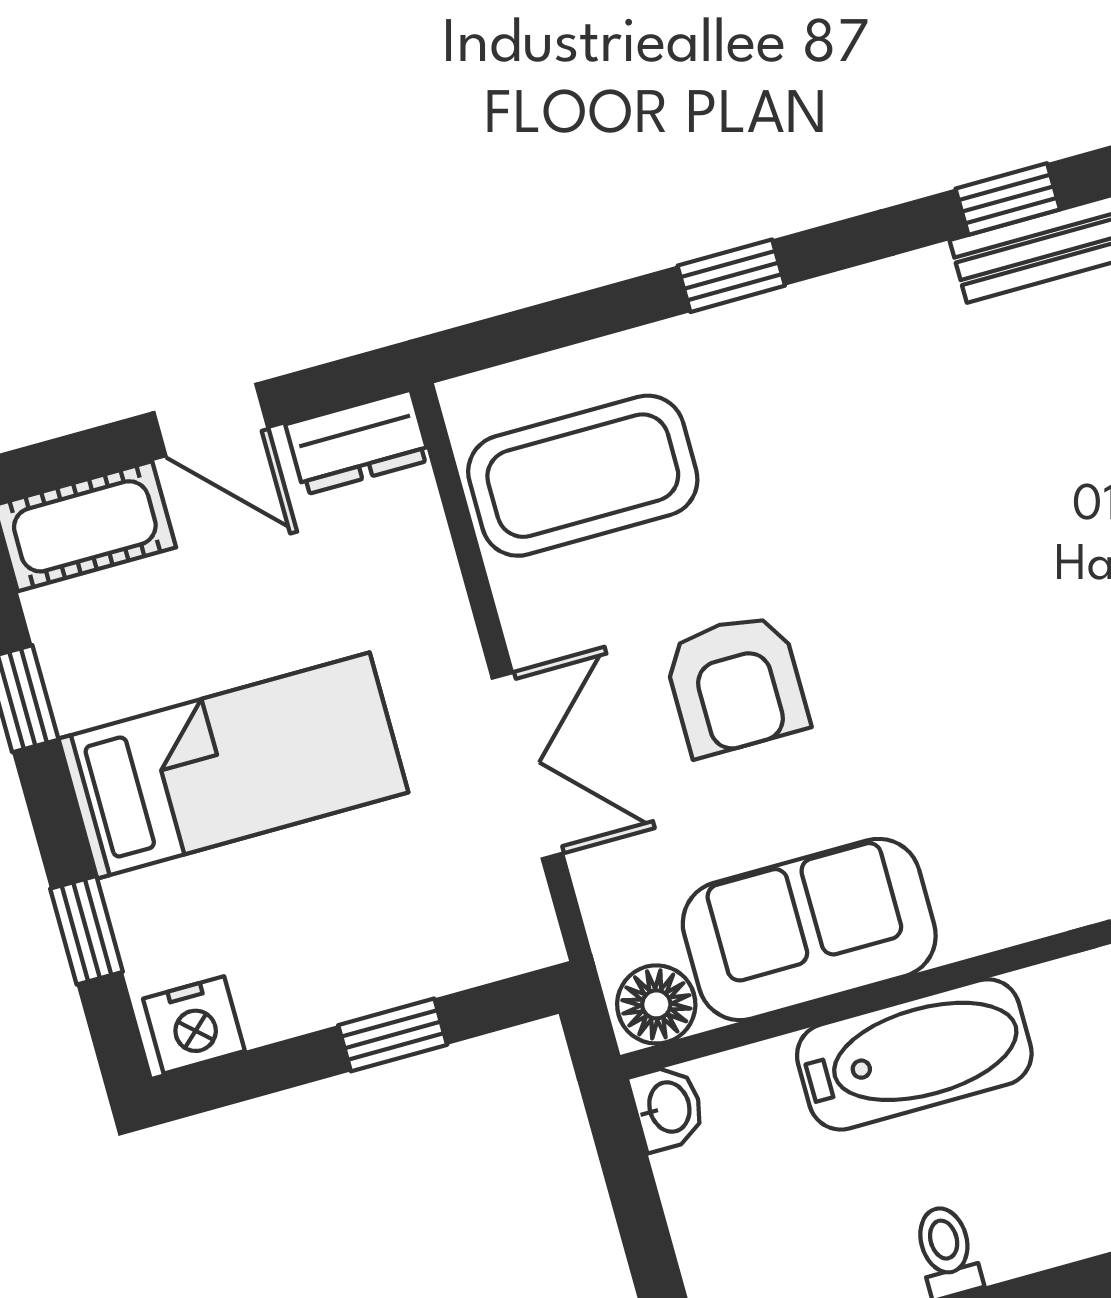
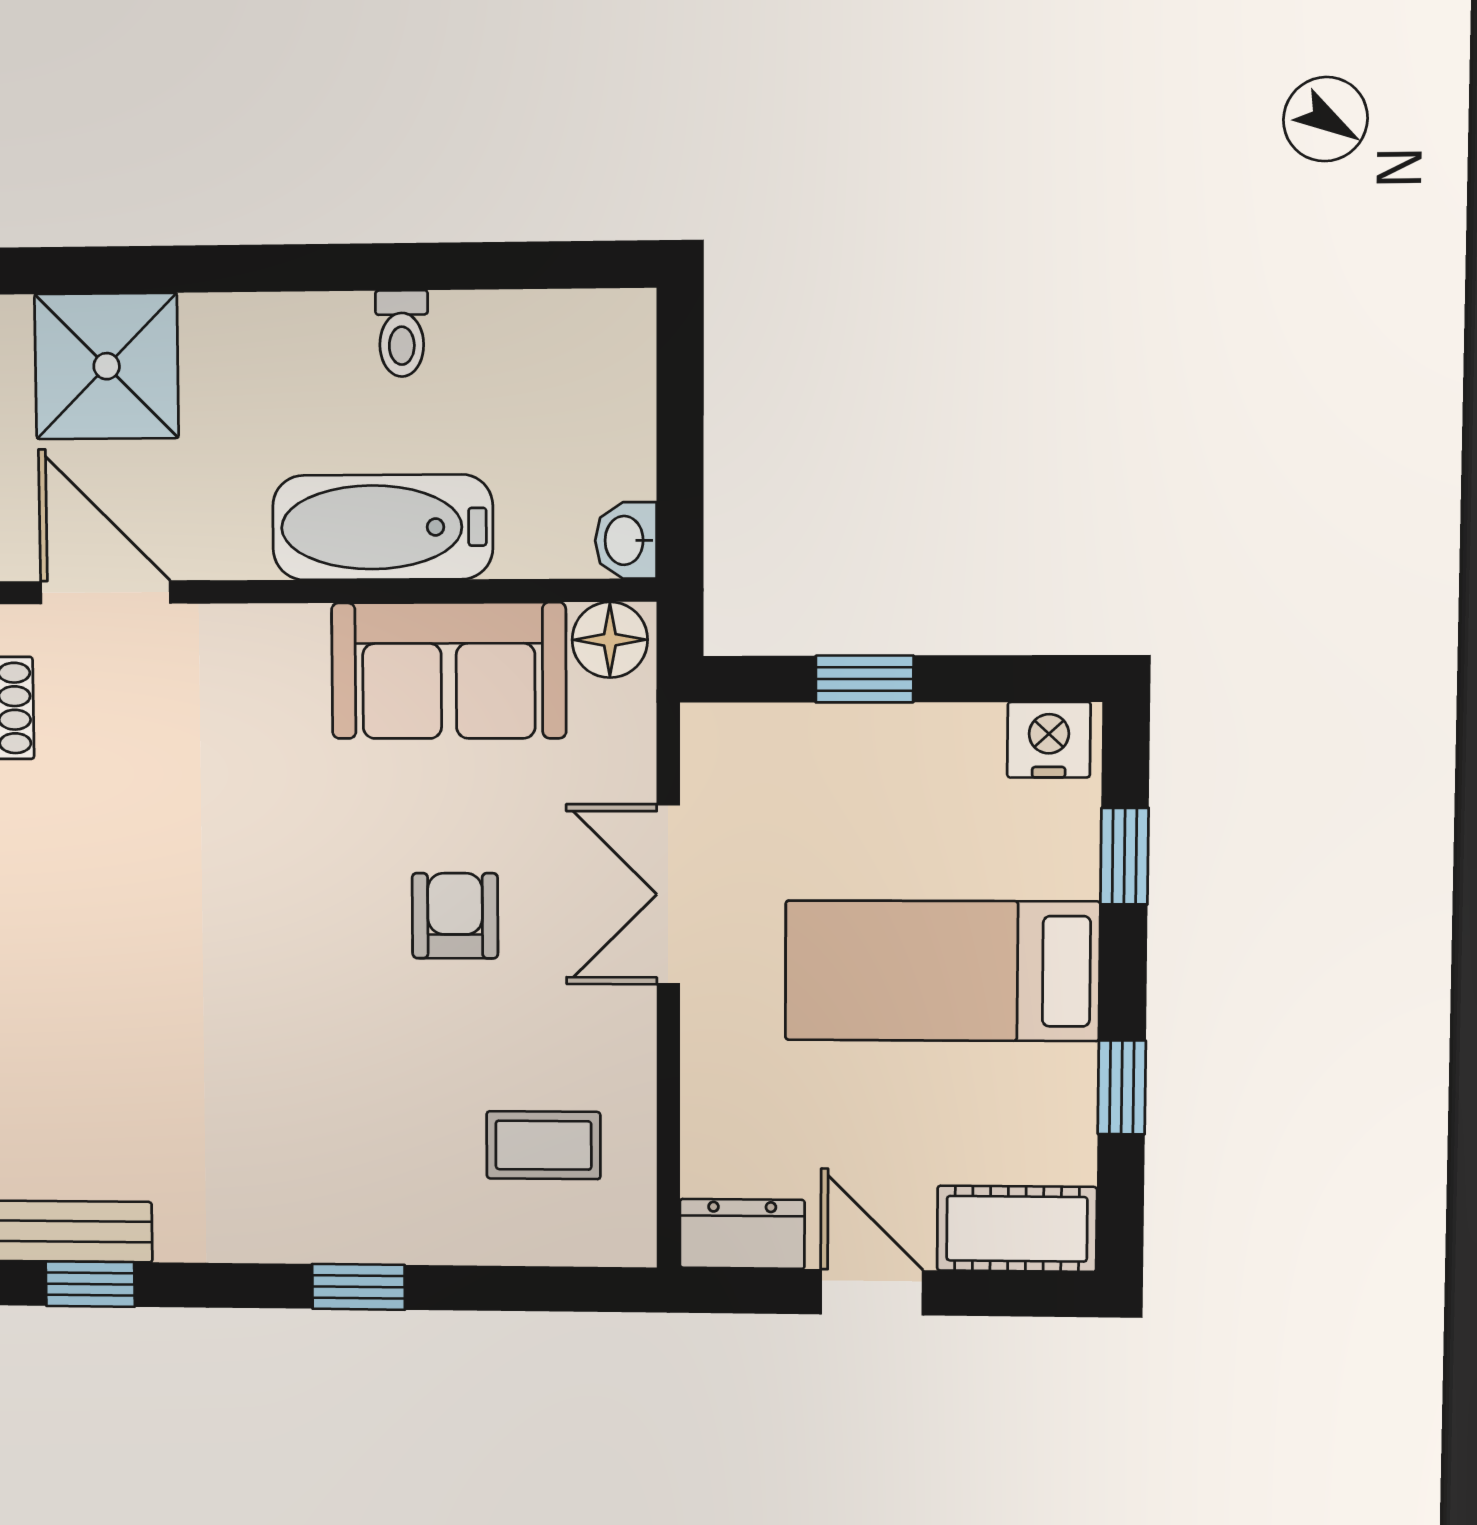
coffee table: (583, 476) -> (543, 1145), width x0.54, depth x0.58
armchair: (736, 684) -> (455, 916), width x0.72, depth x0.72

